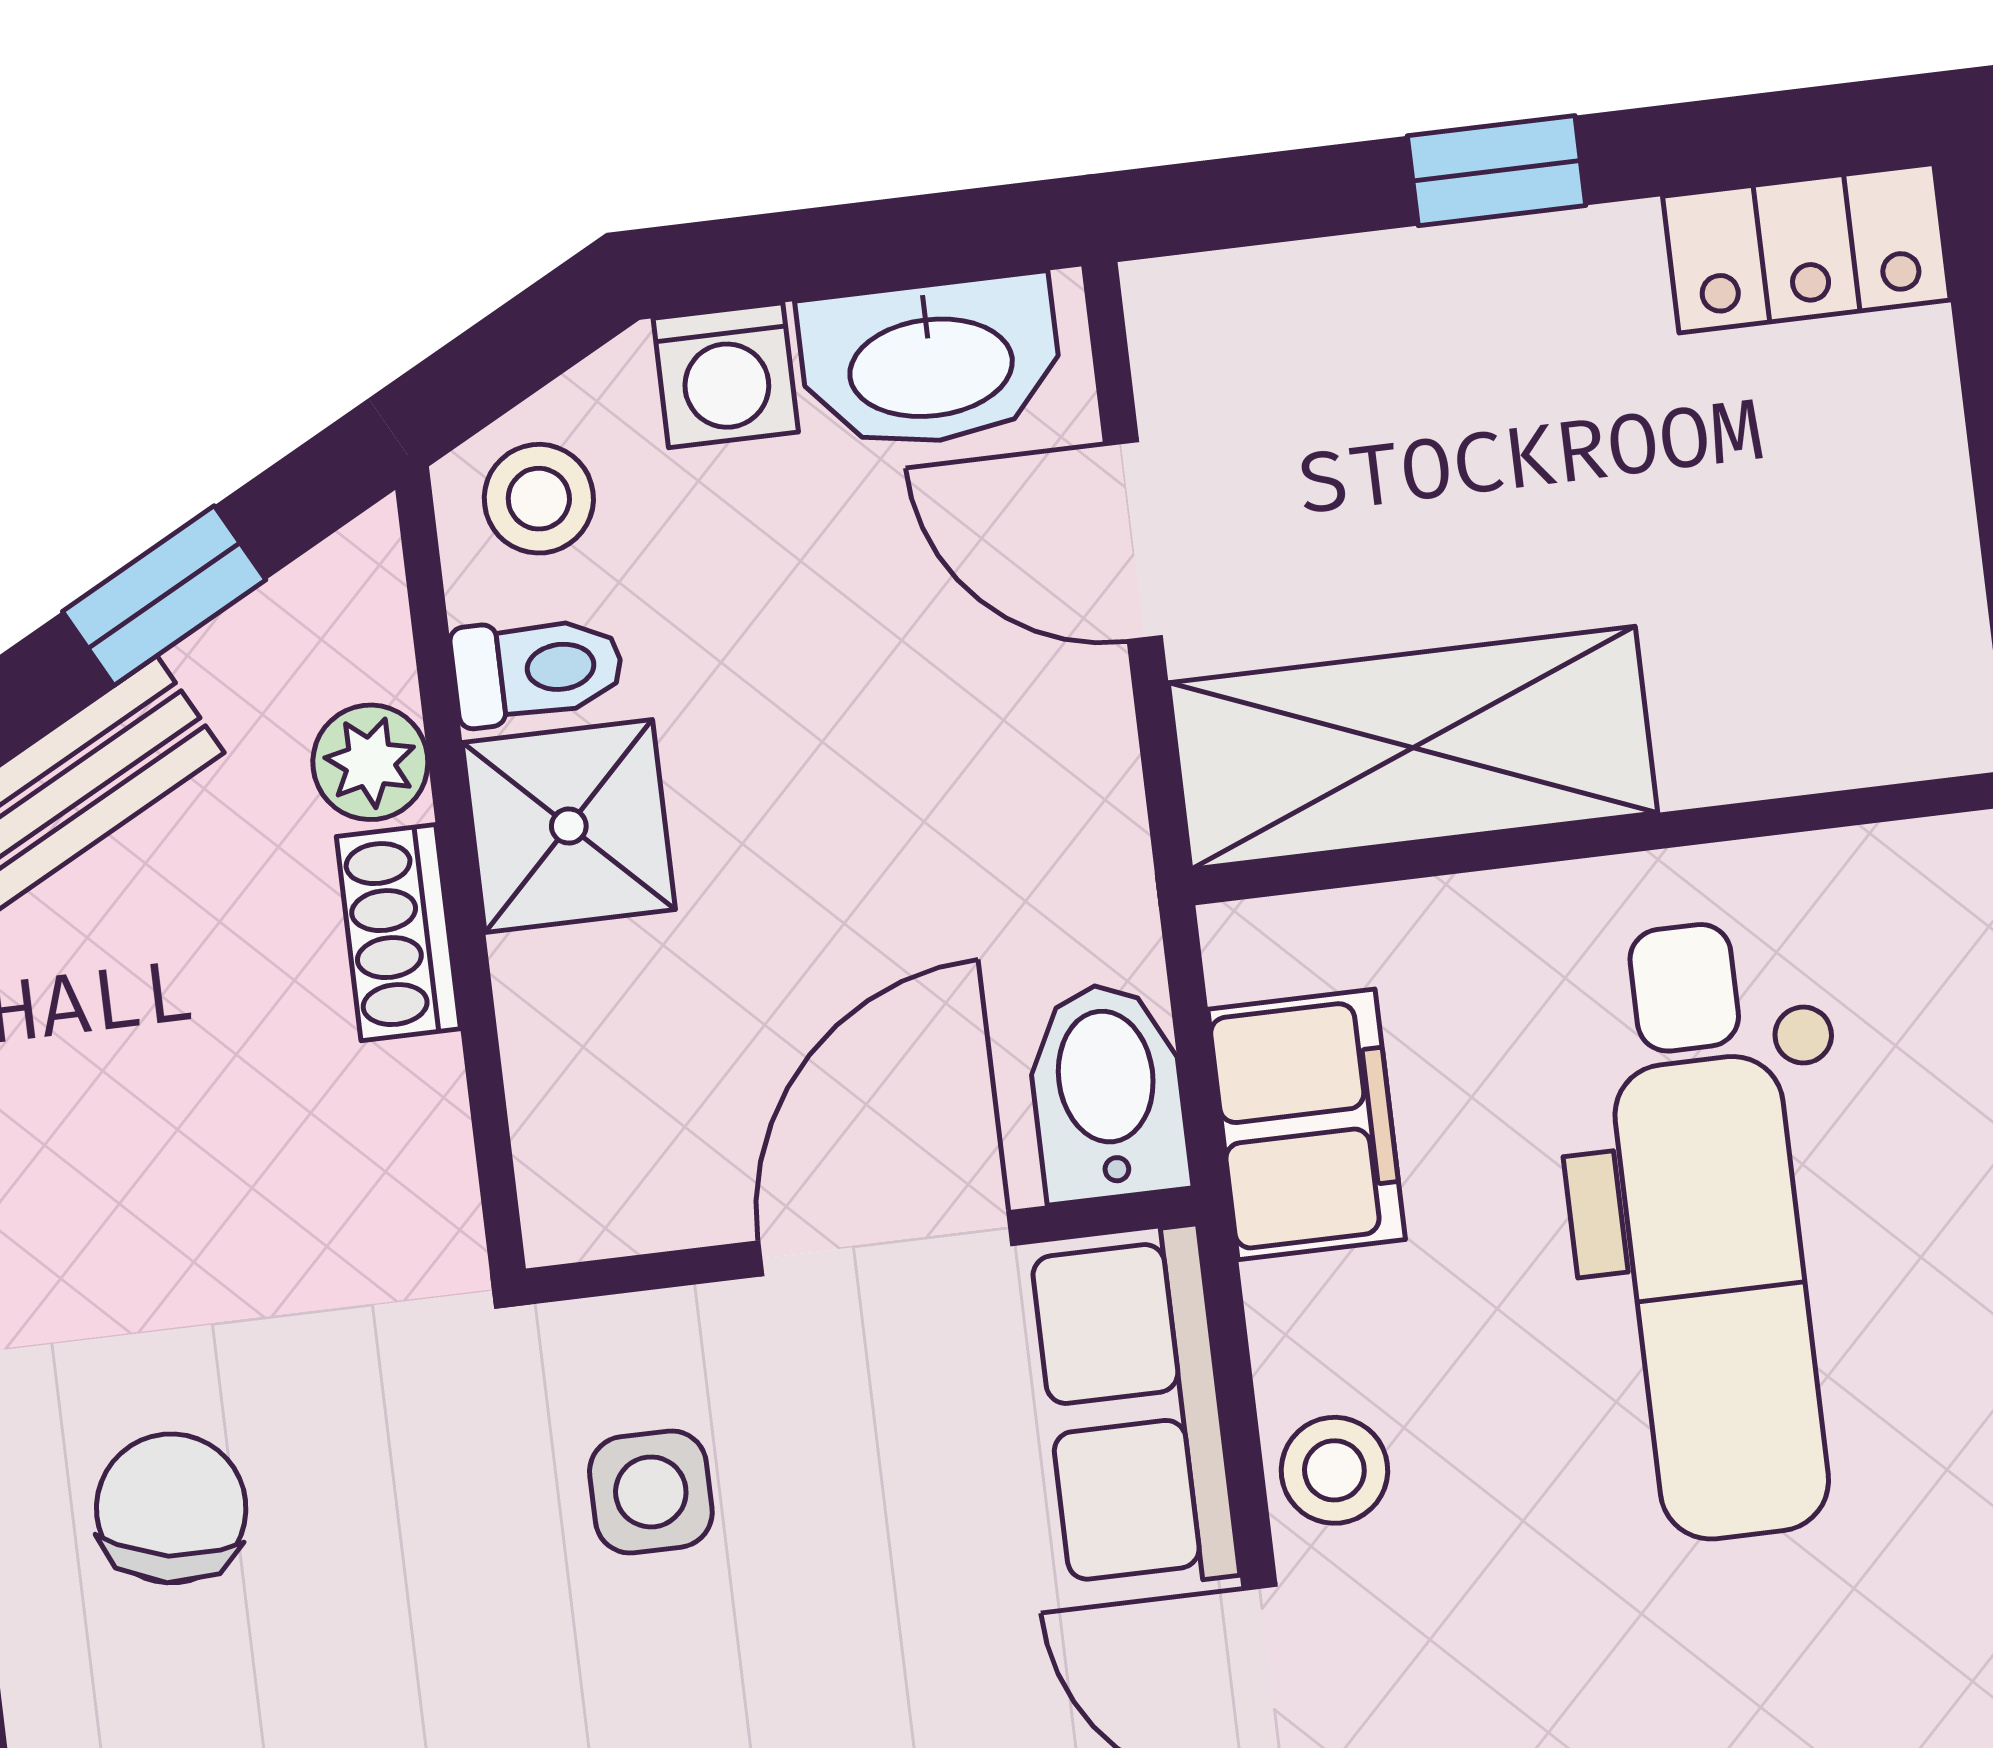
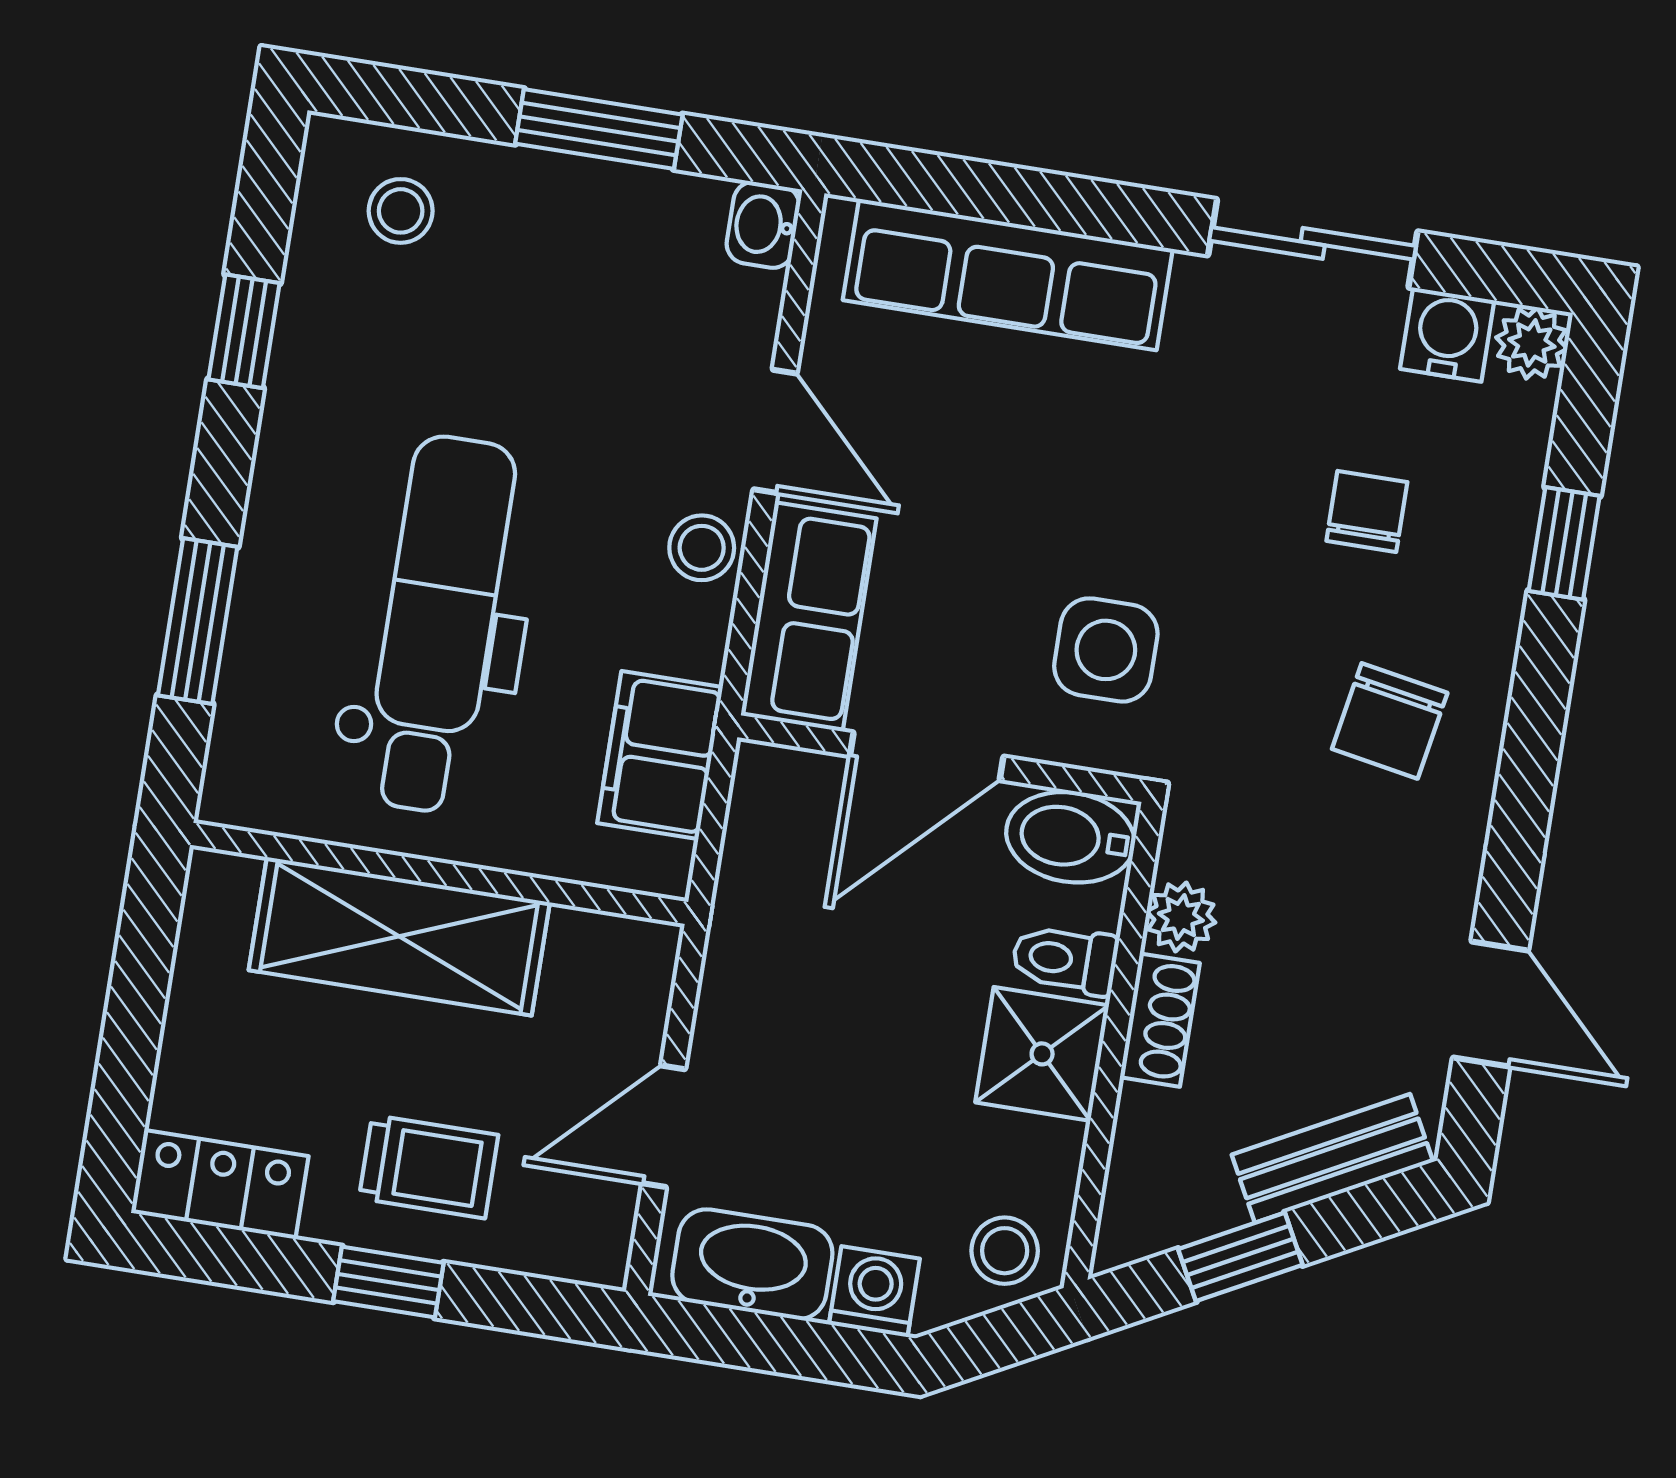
trolley: (1485, 371) -> (429, 1167), added
door: (1133, 541) -> (664, 1126), swing flipped
toilet: (537, 670) -> (1065, 959), moved
shelving: (1413, 748) -> (399, 936), moved
plant: (370, 762) -> (1181, 917), moved
bidet: (1107, 1091) -> (1070, 837), moved, turned 90
side table: (651, 1492) -> (1106, 650), width x1.37, depth x1.37

